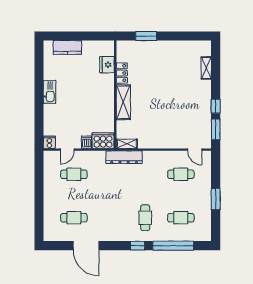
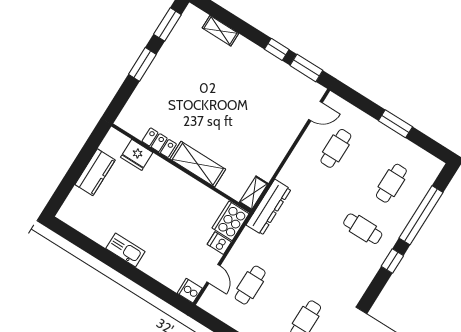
window: (146, 36) -> (142, 64), moved
window: (191, 36) -> (167, 24), added
kitchen counter: (67, 47) -> (95, 172), moved

